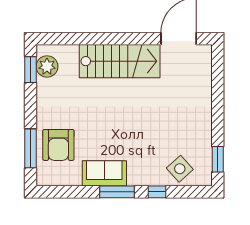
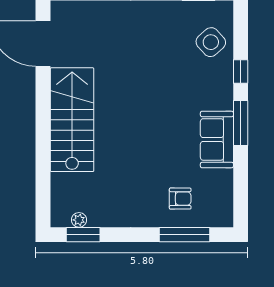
plant: (47, 66) -> (79, 220), width x0.53, depth x0.53
armchair: (58, 145) -> (180, 199), width x0.53, depth x0.53

